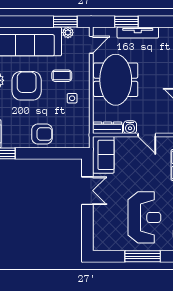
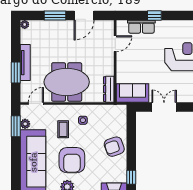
door: (91, 45) -> (36, 103), hinge flipped
armchair: (27, 86) -> (72, 160), turned -90
water cooler: (130, 127) -> (108, 69), removed
armchair: (42, 134) -> (114, 147), turned -109
door: (147, 135) -> (115, 44), moved

